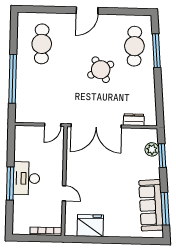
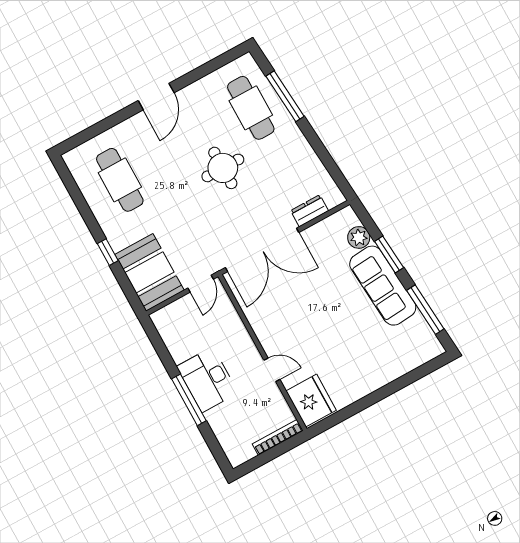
round table: (101, 70) -> (223, 168), turned 30
window: (13, 79) -> (108, 252), width x0.32
booth: (29, 103) -> (149, 272), added
window: (162, 156) -> (389, 254), moved
sofa: (151, 205) -> (383, 286), moved
fridge: (90, 226) -> (311, 401), moved, turned 90

